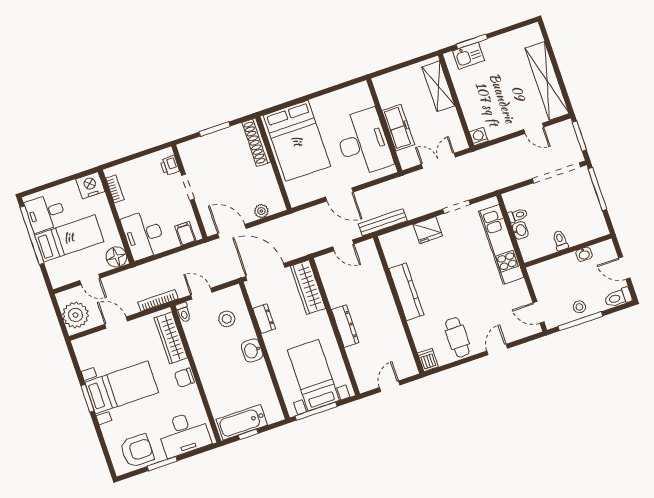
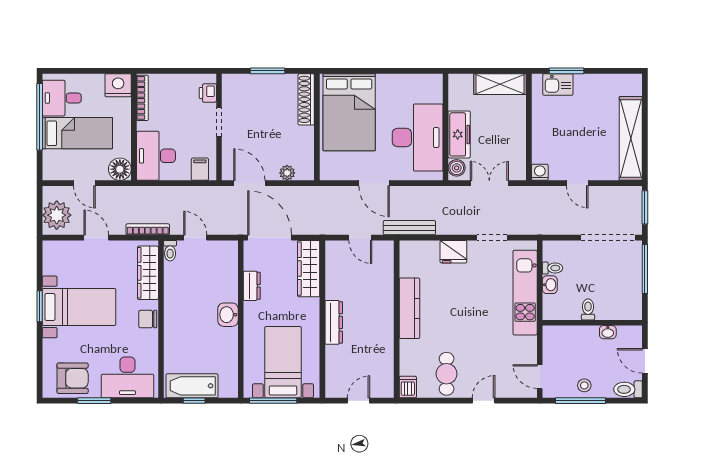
shelving: (438, 86) -> (500, 84), moved, turned 90
door: (534, 128) -> (577, 183), moved
boiler: (406, 157) -> (457, 168), added
bookcase: (115, 189) -> (142, 98), width x1.56
stool: (227, 319) -> (213, 273), removed

